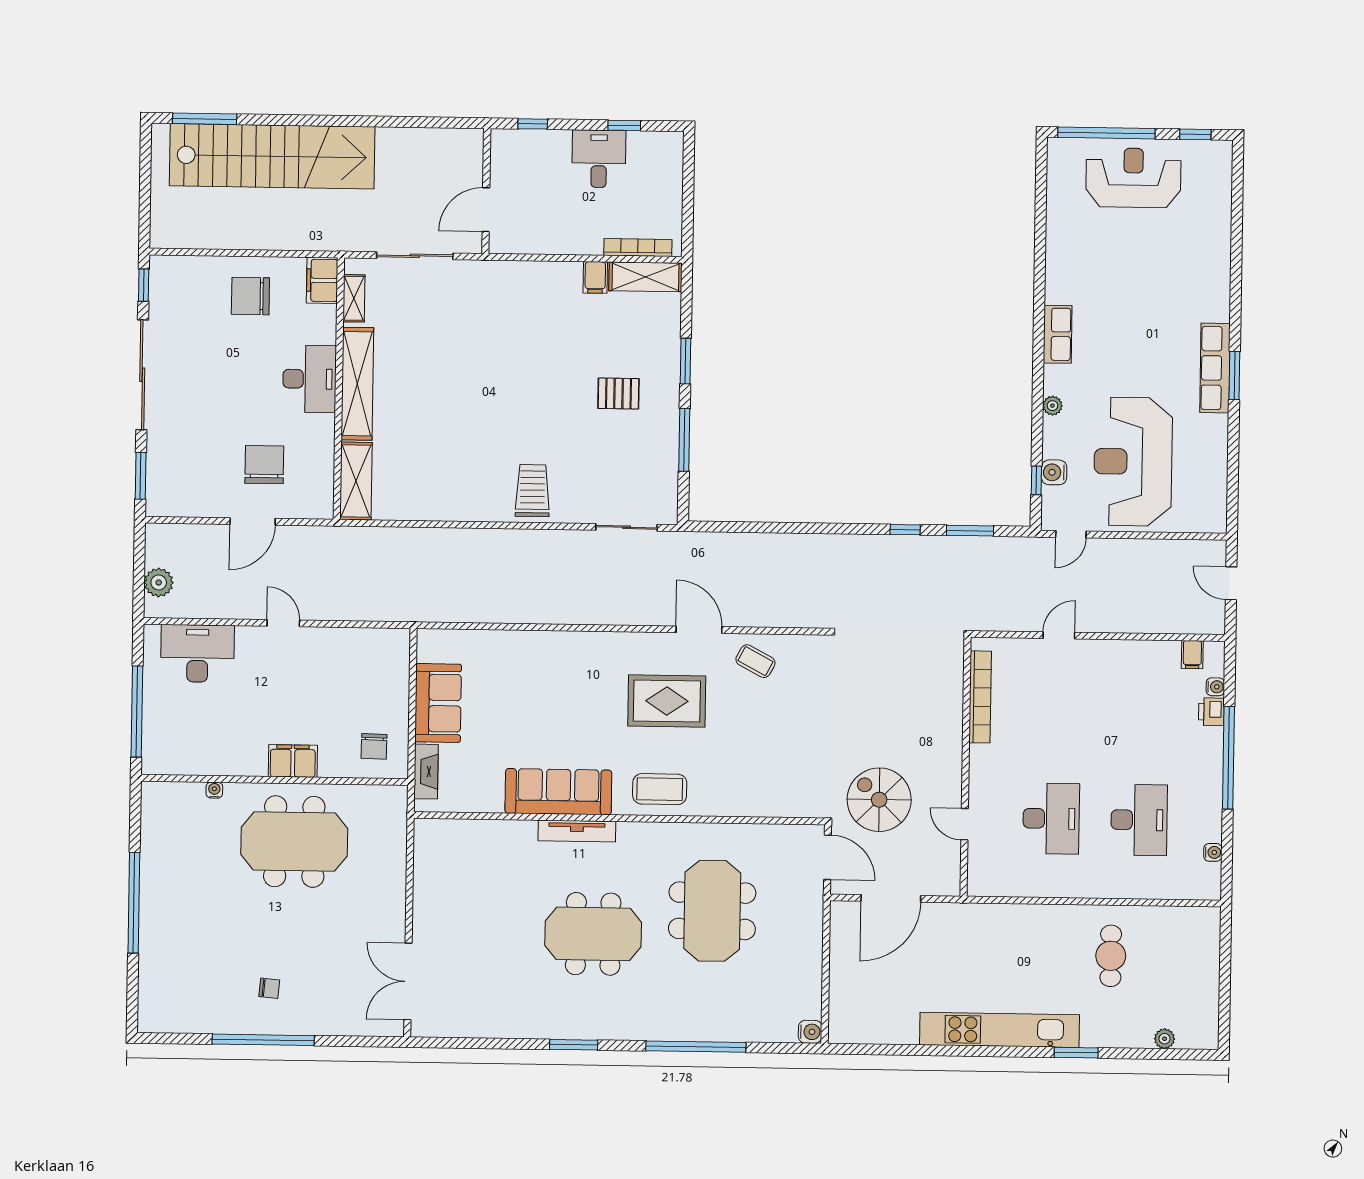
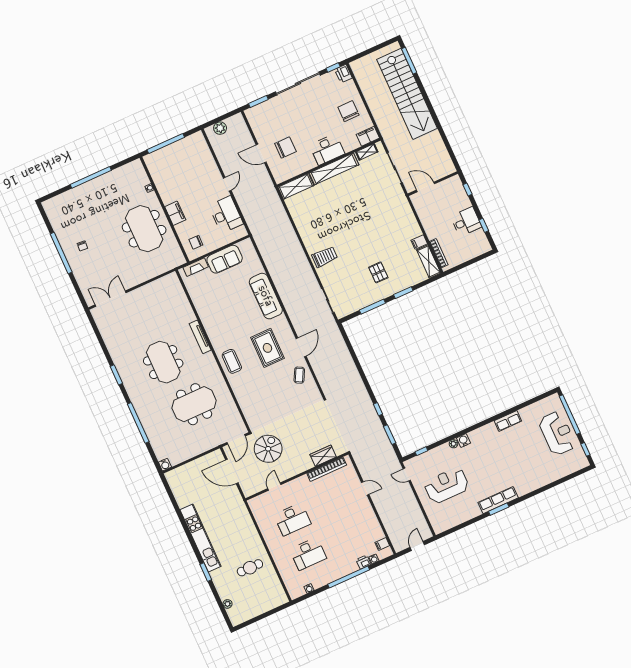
printer: (167, 270) -> (343, 74), added
row of seats: (1058, 334) -> (508, 421), moved
reception desk: (1133, 462) -> (447, 485), width x0.74, depth x0.77
water cooler: (1054, 472) -> (464, 440), moved
desk: (197, 653) -> (226, 215), moved
wardrobe: (948, 691) -> (323, 456), added
sofa: (558, 792) -> (266, 296), moved, turned 180

